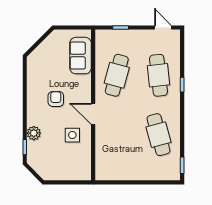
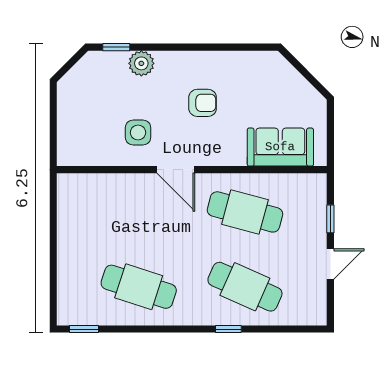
door: (163, 28) -> (330, 264), moved
cafe table: (159, 75) -> (245, 287), turned 30
door: (93, 114) -> (176, 170), swing flipped
cafe table: (159, 135) -> (139, 287), turned 33

